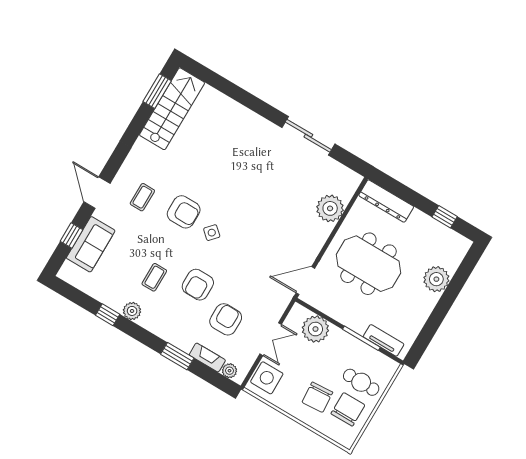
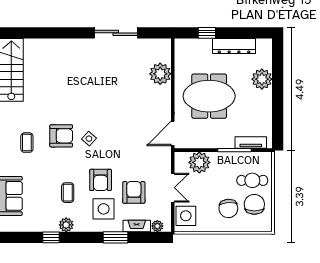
dresser: (386, 201) -> (234, 46), moved
window: (445, 217) -> (207, 33), moved
side table: (183, 318) -> (104, 209), added

